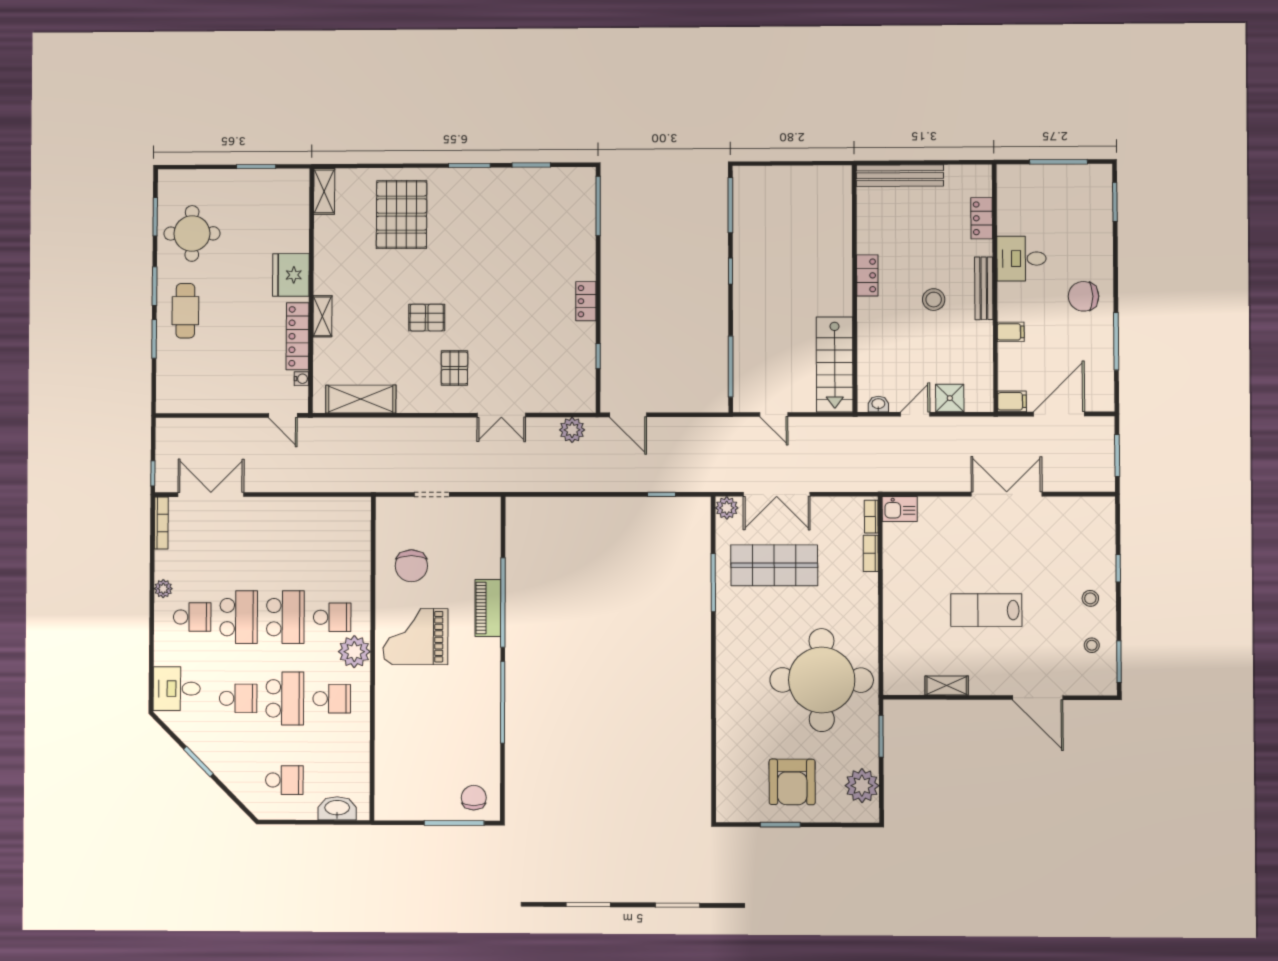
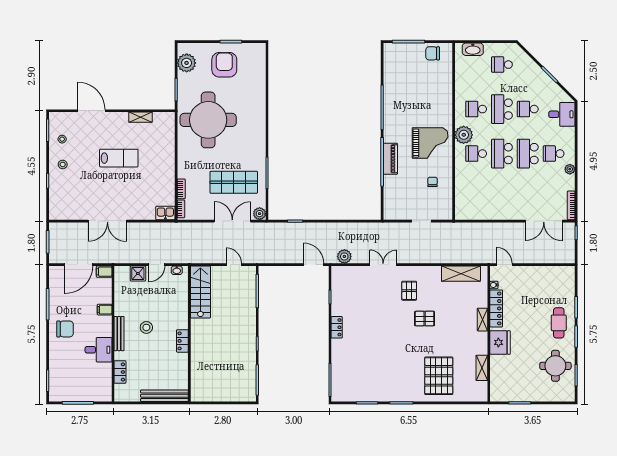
shelving: (324, 191) -> (482, 368), moved
chair: (411, 566) -> (433, 182), width x0.54, depth x0.54
chair: (474, 798) -> (433, 53), moved, turned 90

